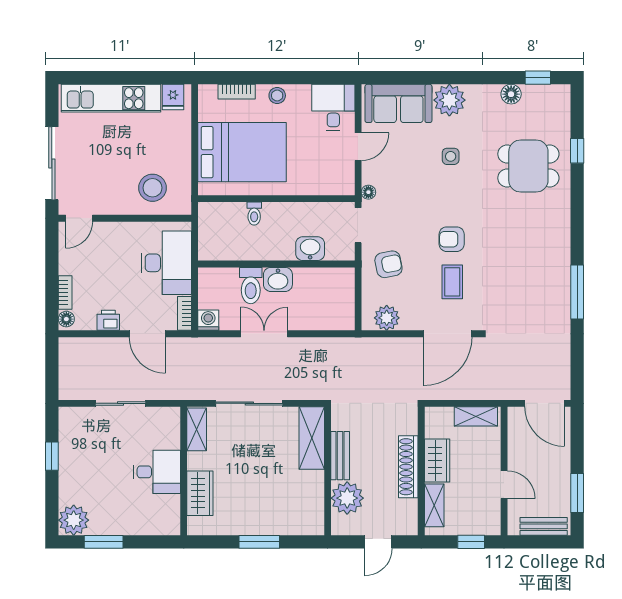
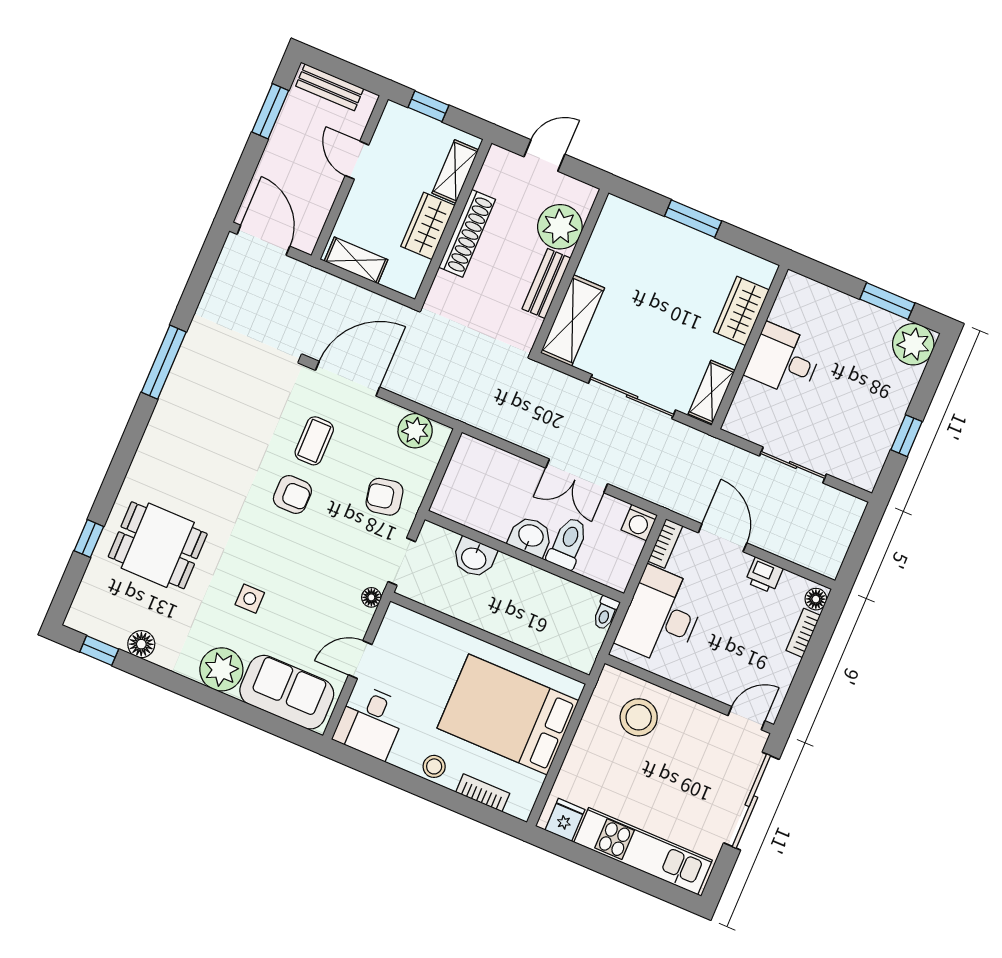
toilet: (254, 214) -> (606, 613), moved, turned 180

